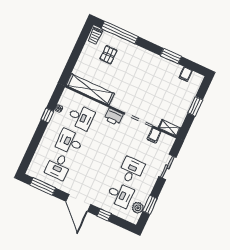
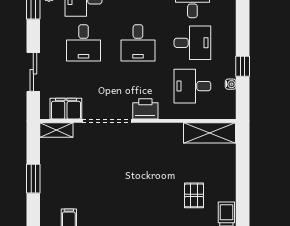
shelving: (90, 89) -> (209, 133), width x0.68
filing cabinet: (154, 135) -> (66, 109), width x2.00
desk: (100, 156) -> (138, 43), added

